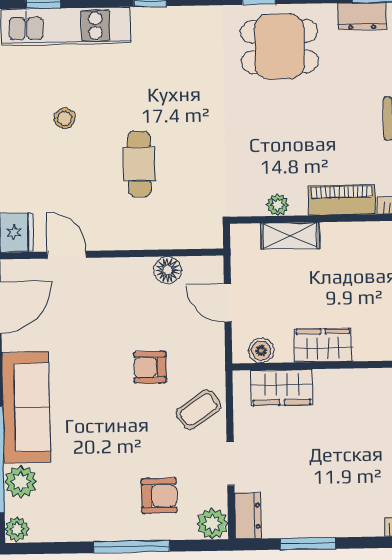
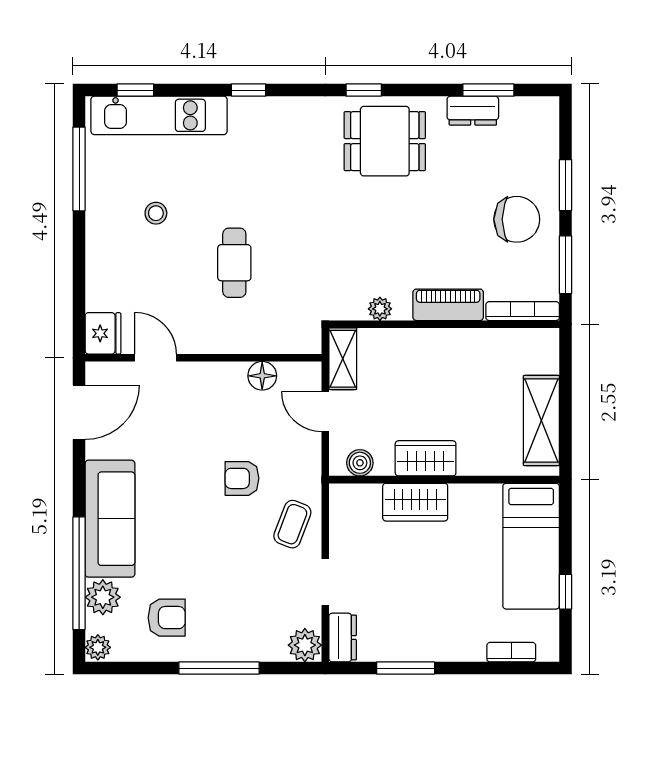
shelving: (290, 236) -> (343, 359), moved, turned 90
wardrobe: (282, 387) -> (415, 502), moved
coffee table: (199, 410) -> (292, 524), turned -35
armchair: (159, 496) -> (167, 618), moved

